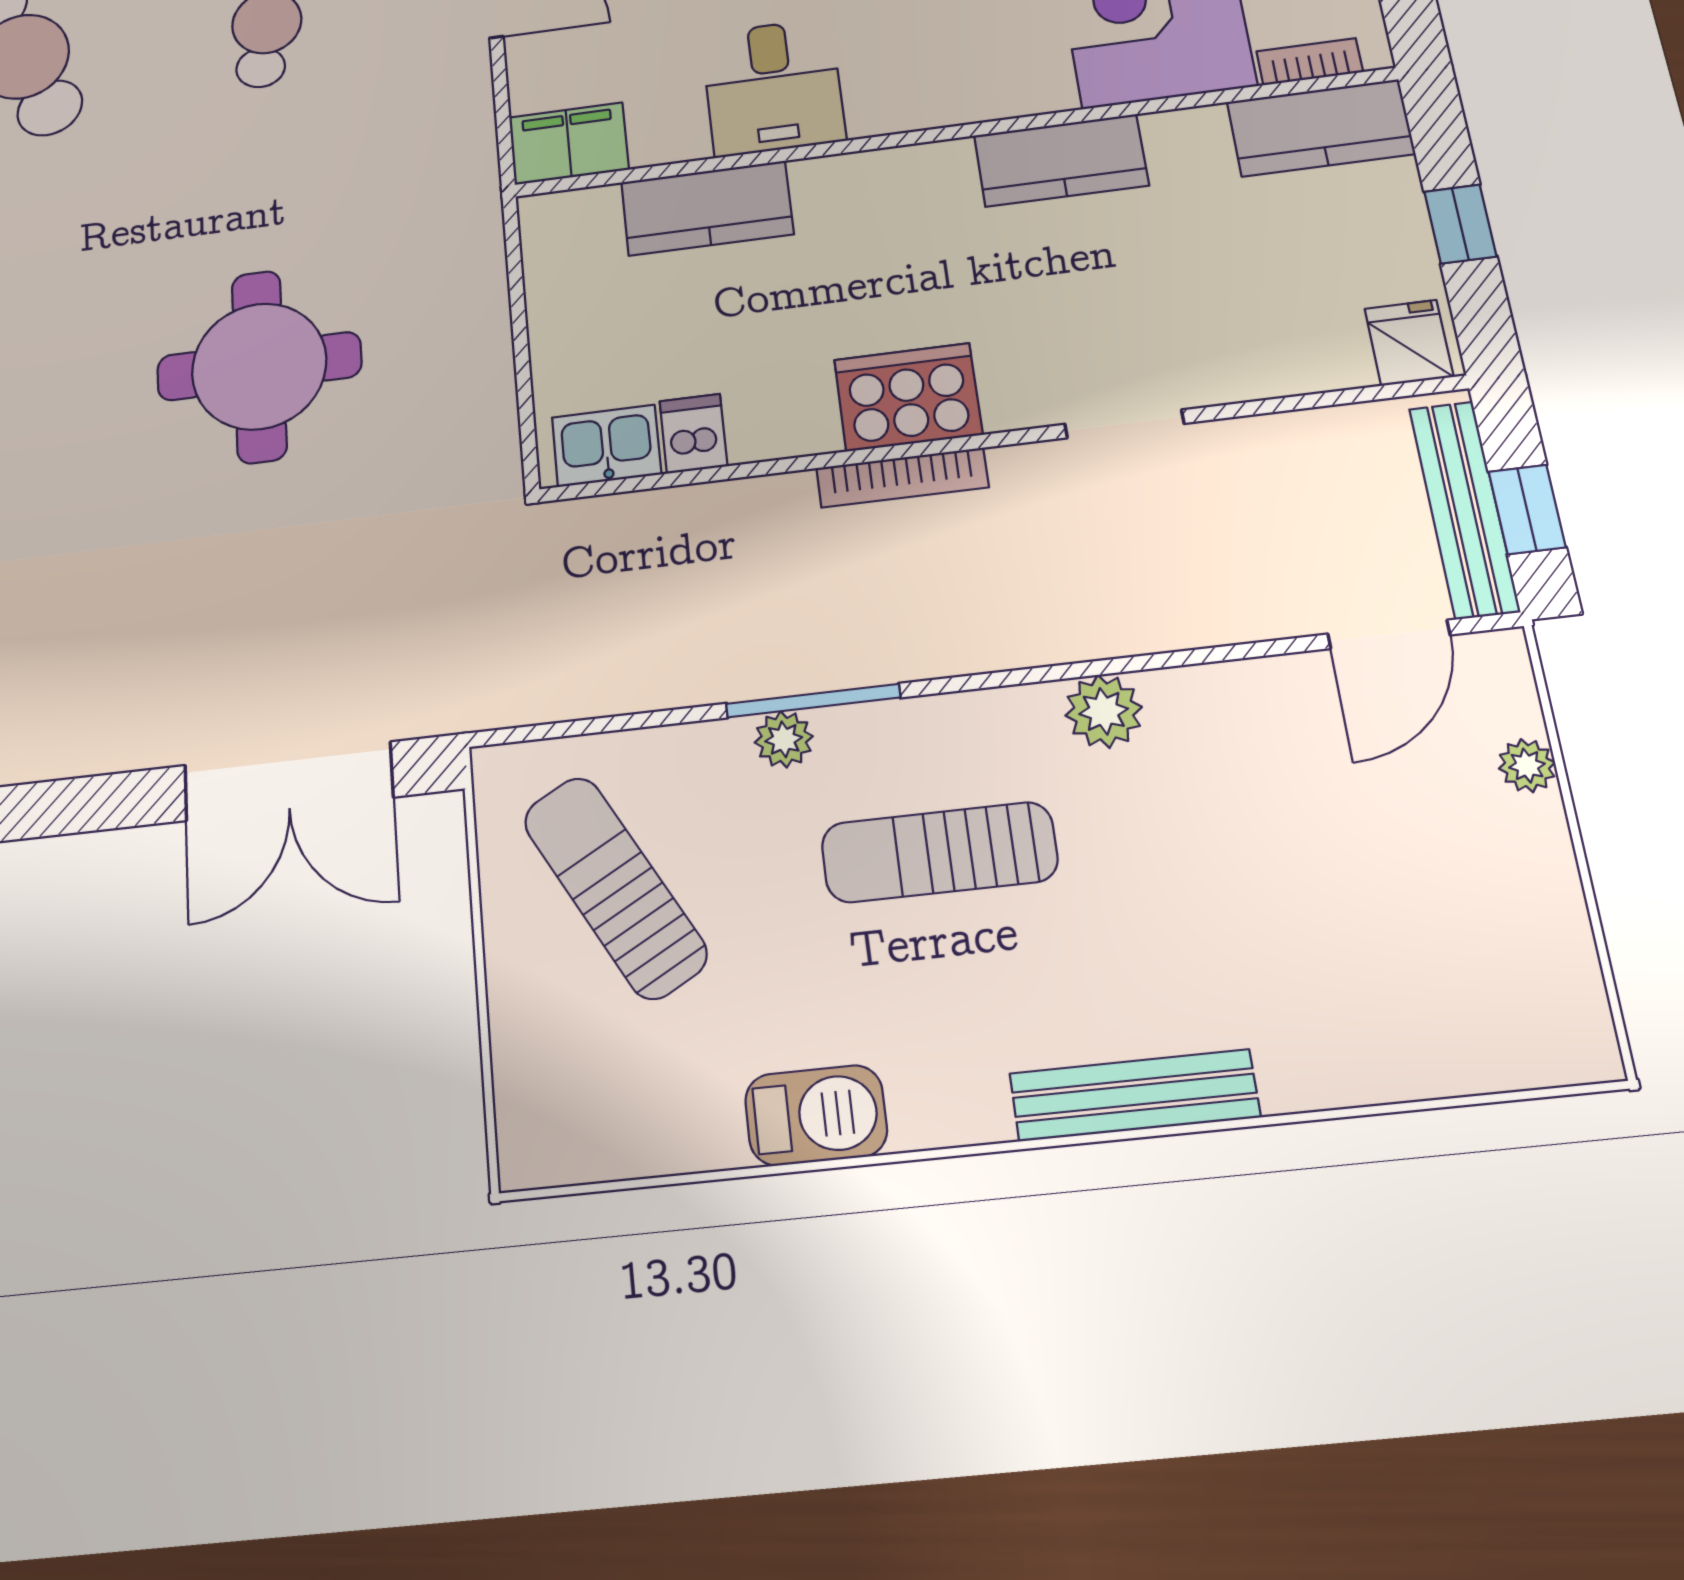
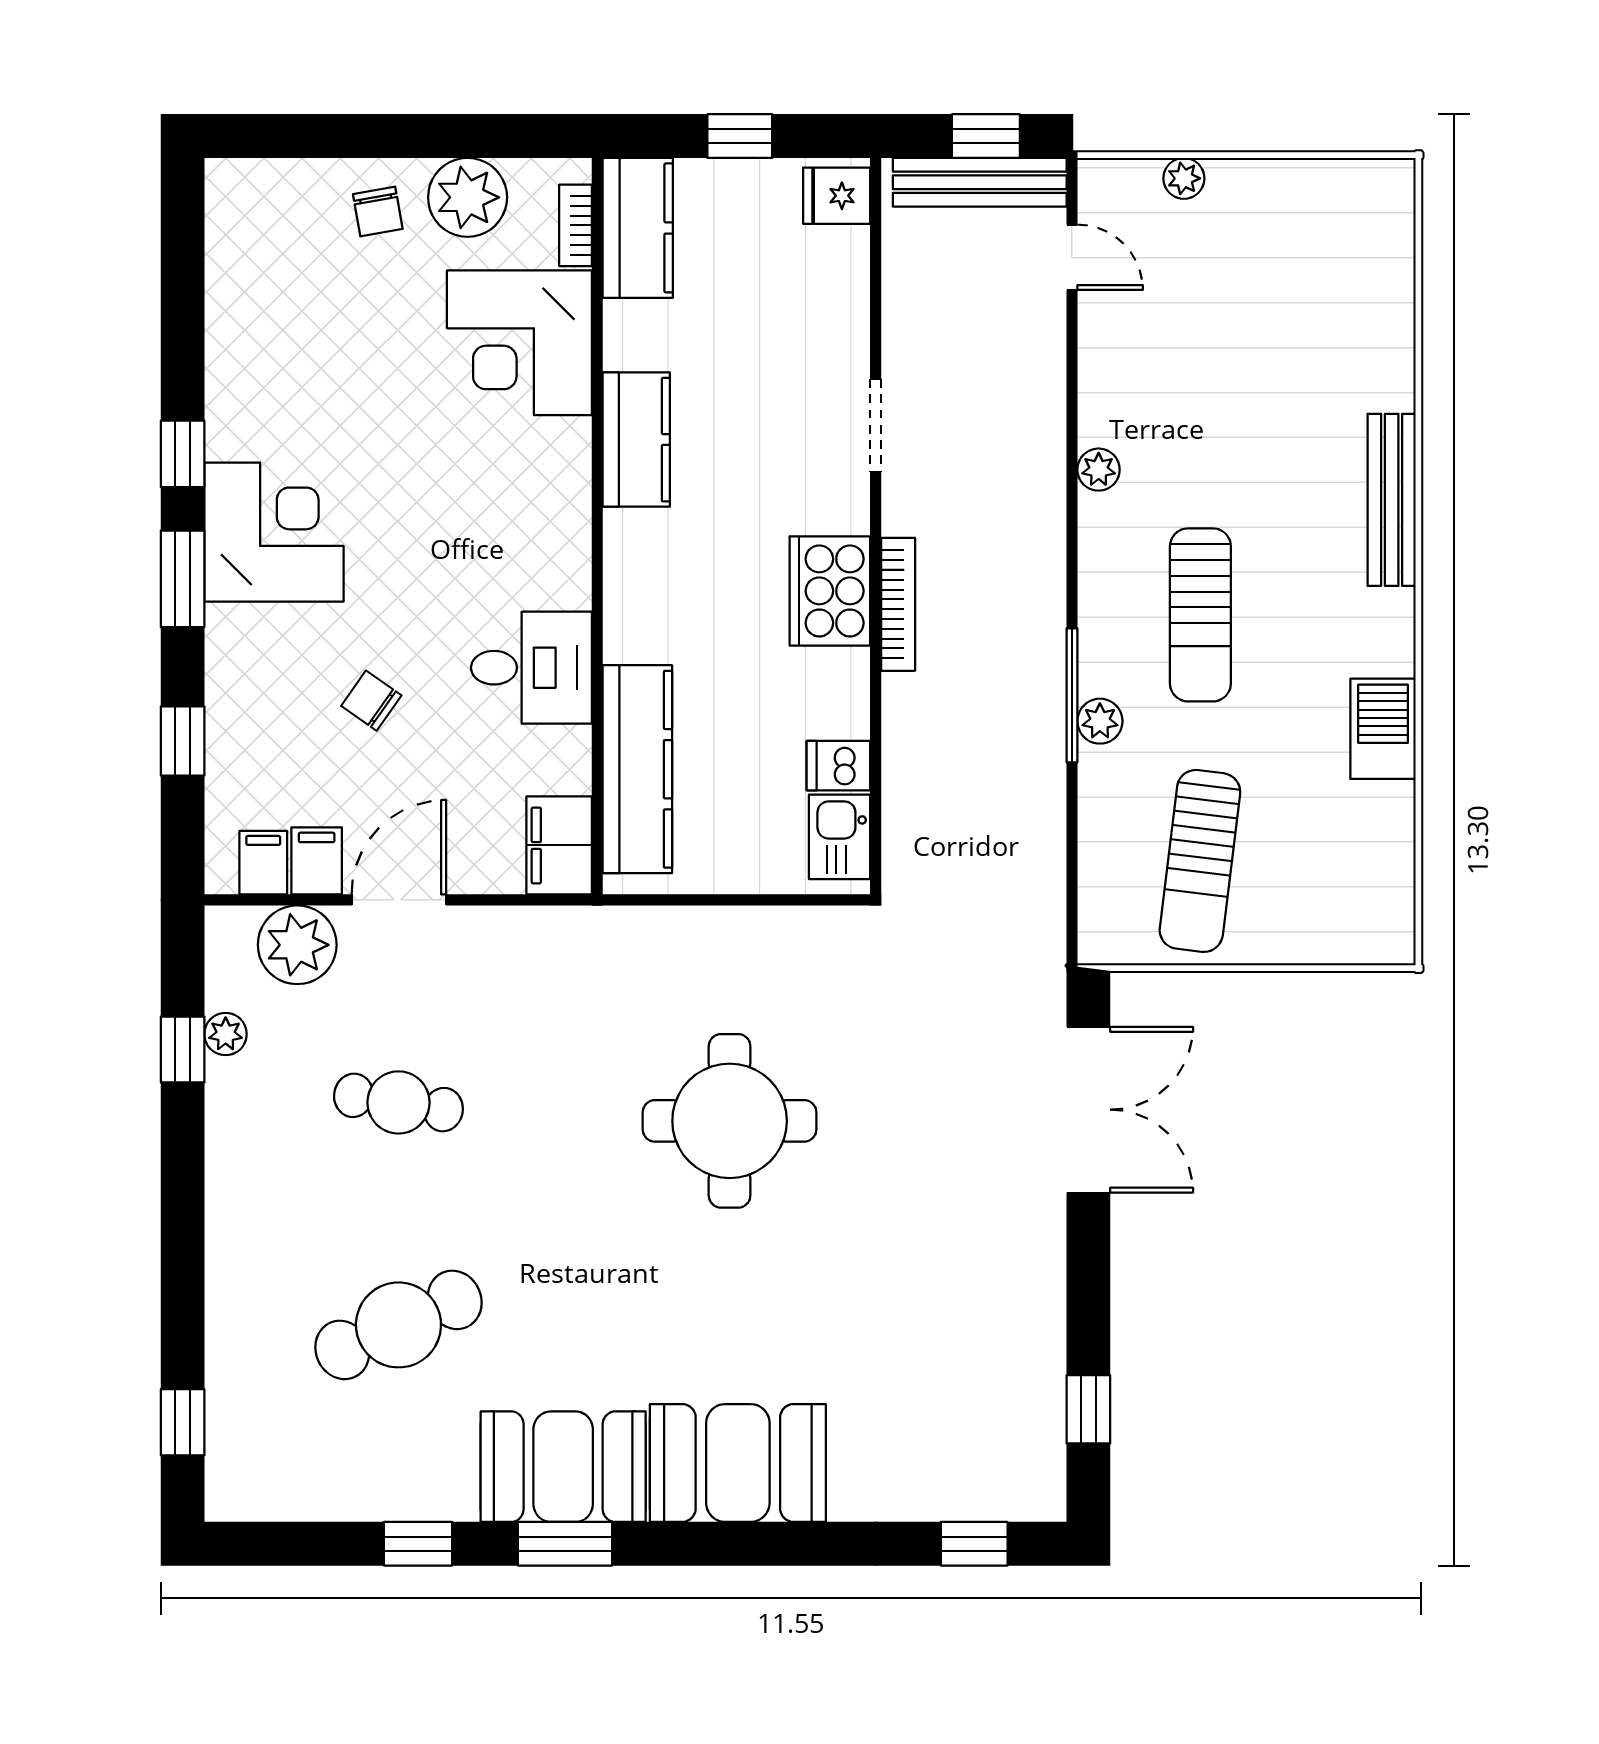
kitchen counter: (707, 208) -> (637, 769), width x1.50
door: (1389, 634) -> (1072, 257), width x0.73
plant: (1104, 711) -> (1099, 470), width x0.73, depth x0.73
sun lounger: (615, 887) -> (1200, 861), turned -54

